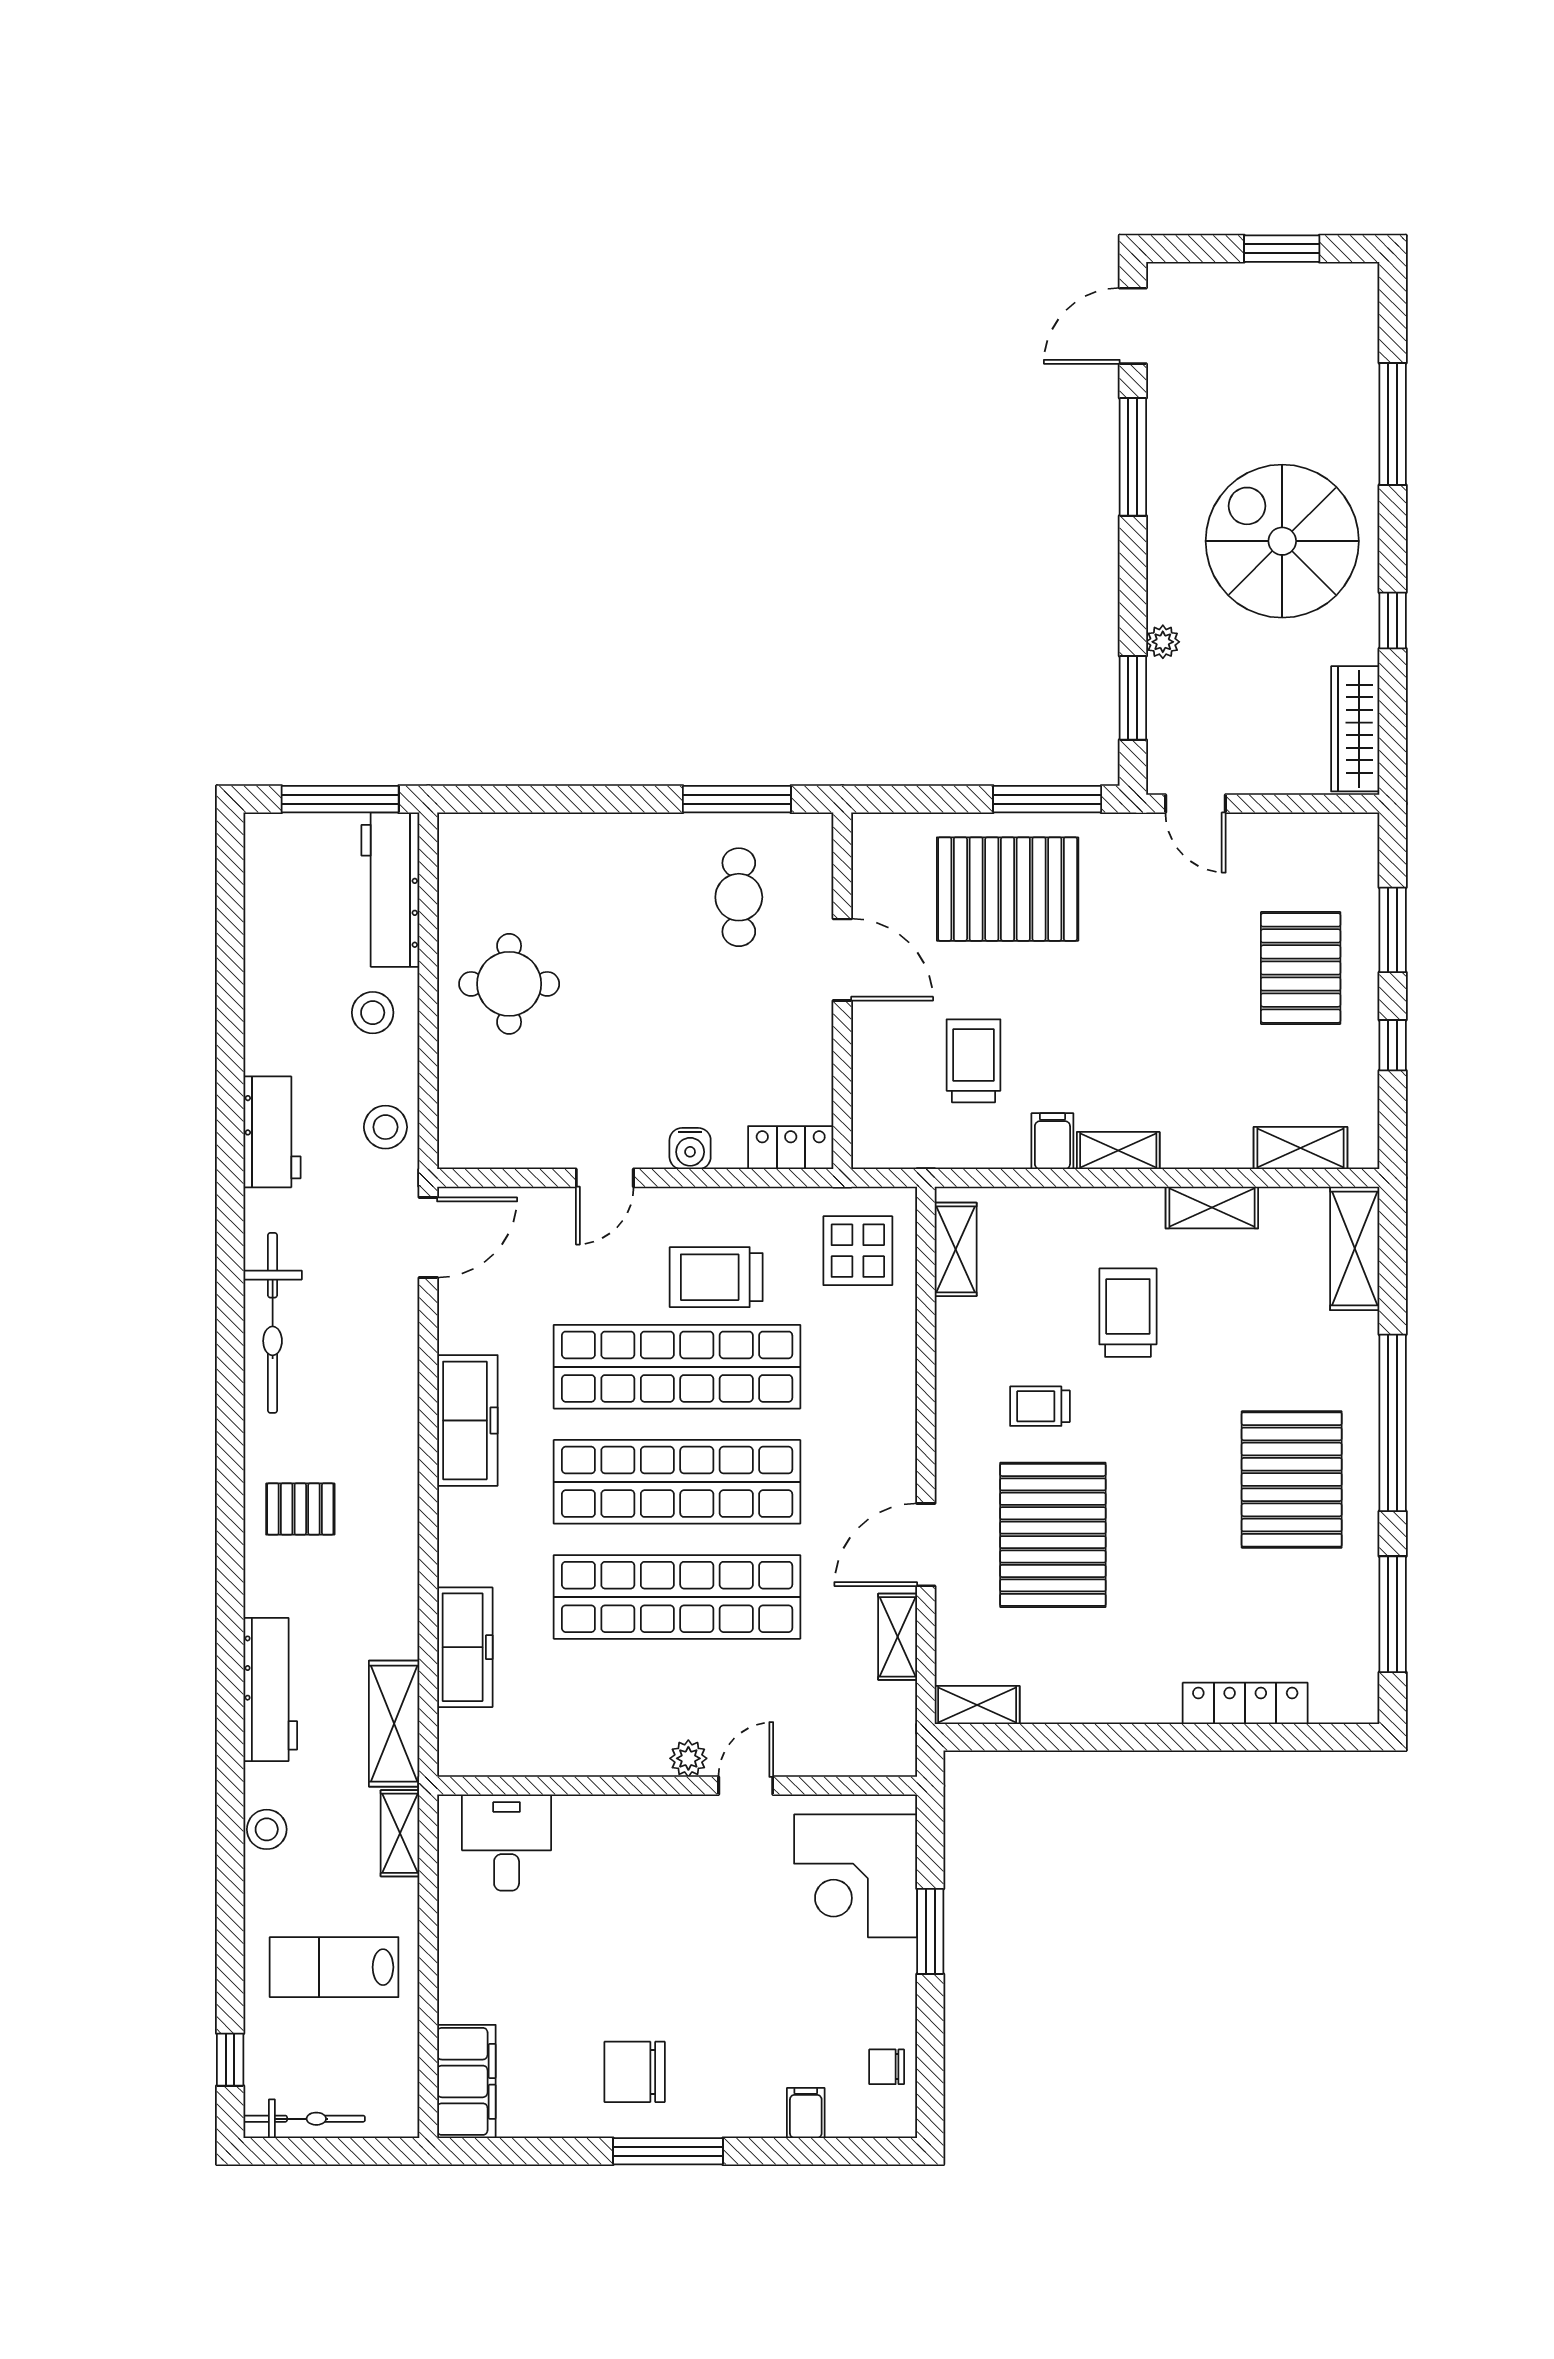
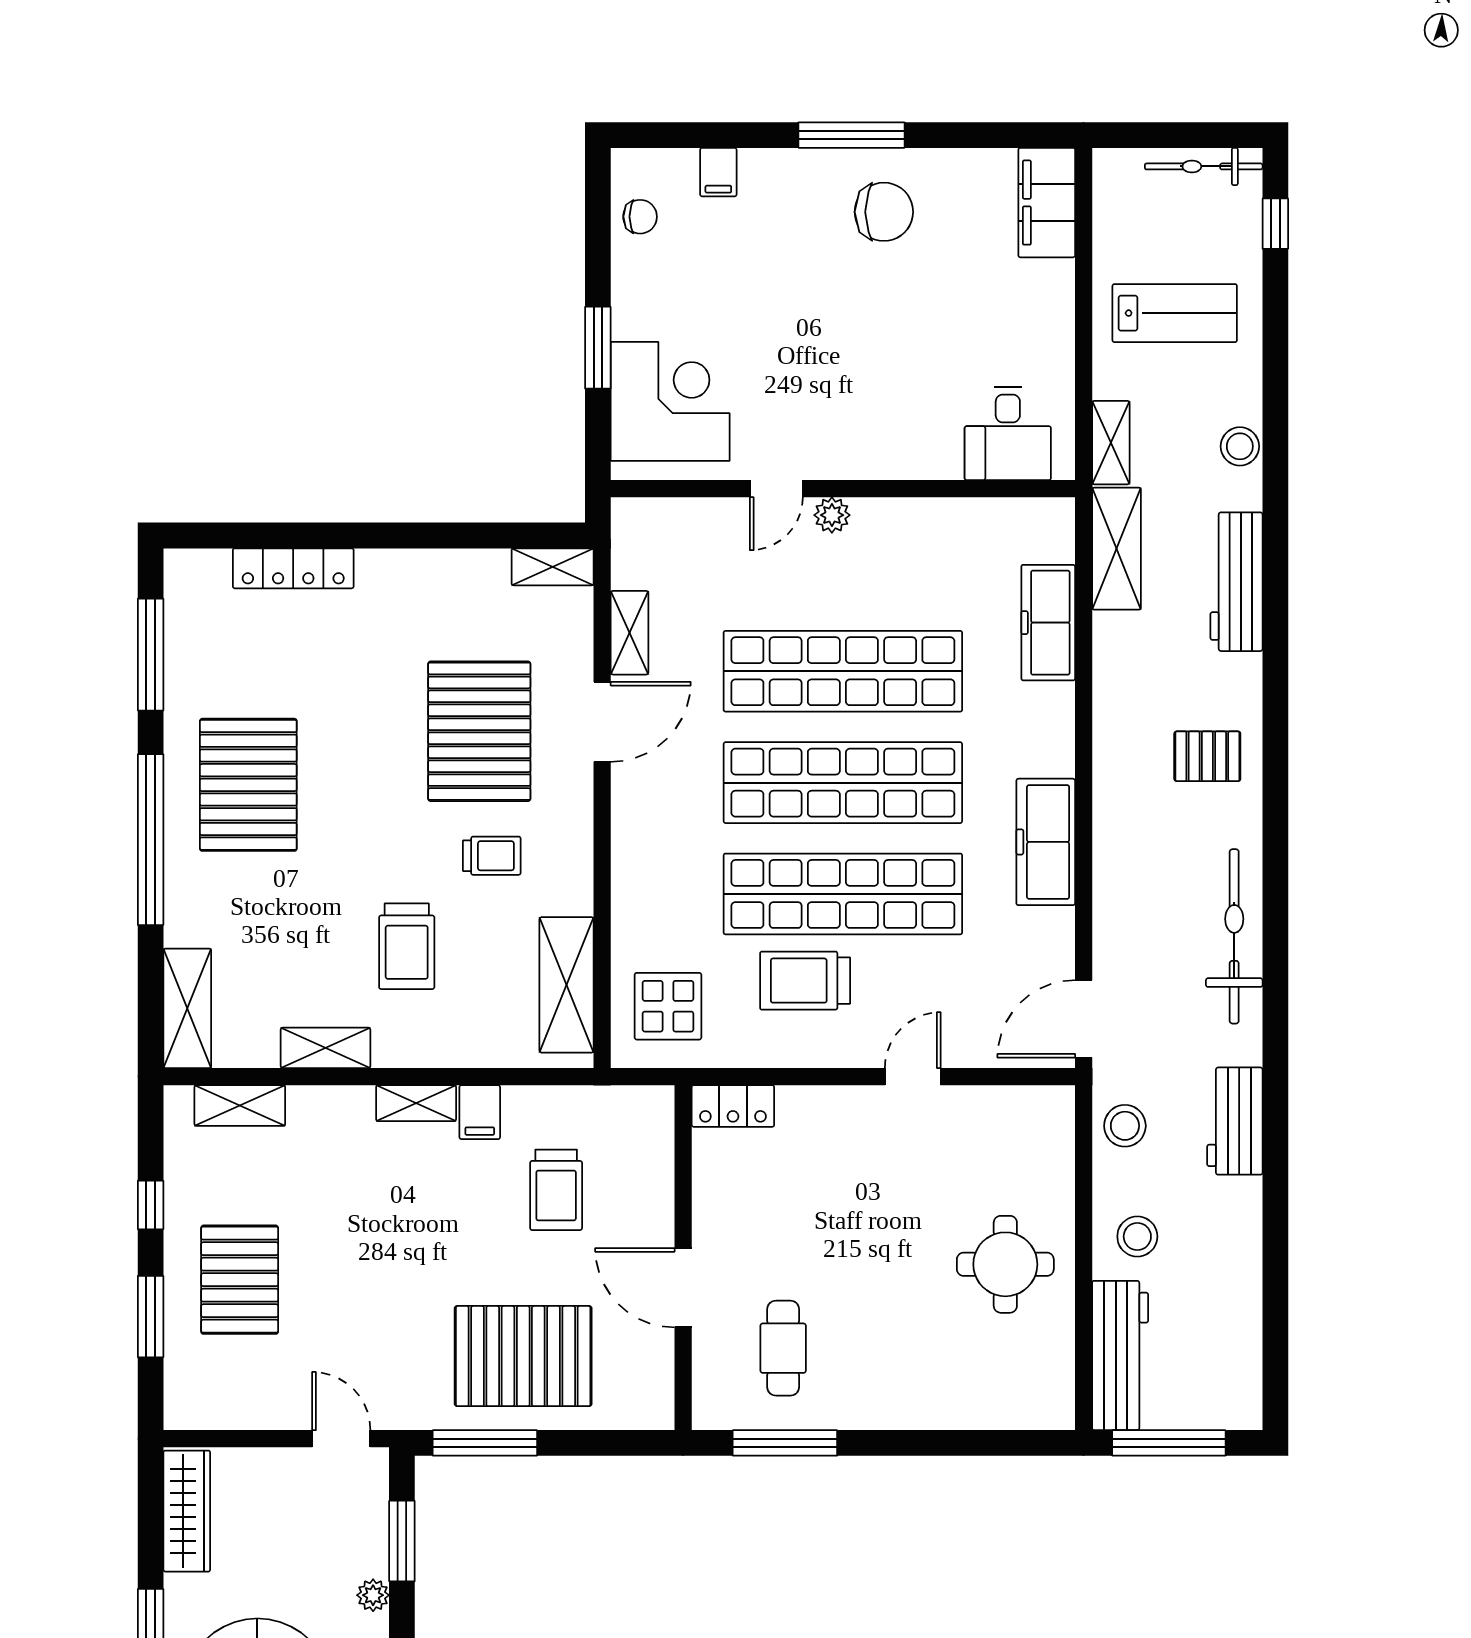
water cooler: (690, 1149) -> (830, 1105), removed
shelving: (956, 1249) -> (567, 985), width x1.50, depth x1.33
trolley: (716, 1277) -> (805, 981), turned 180

